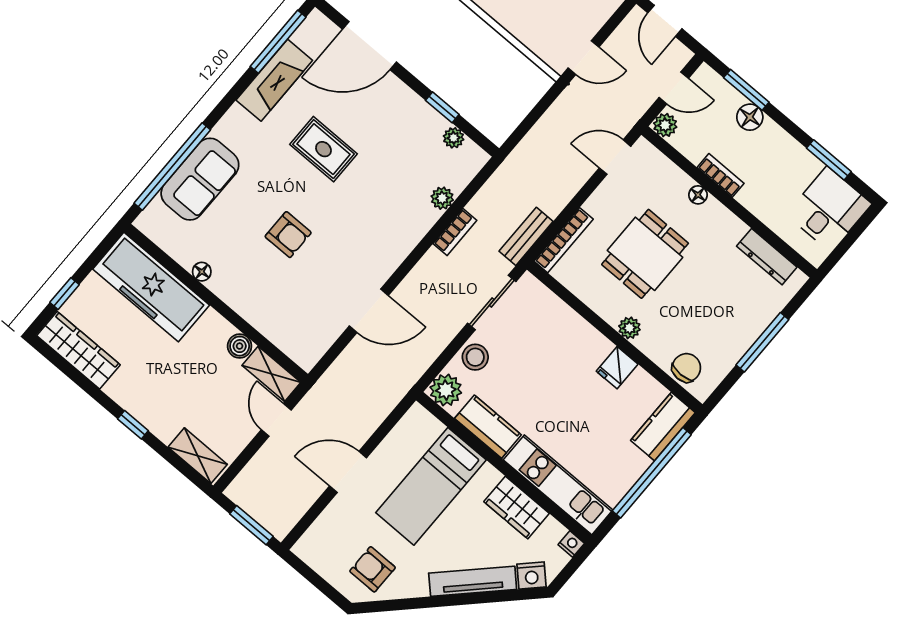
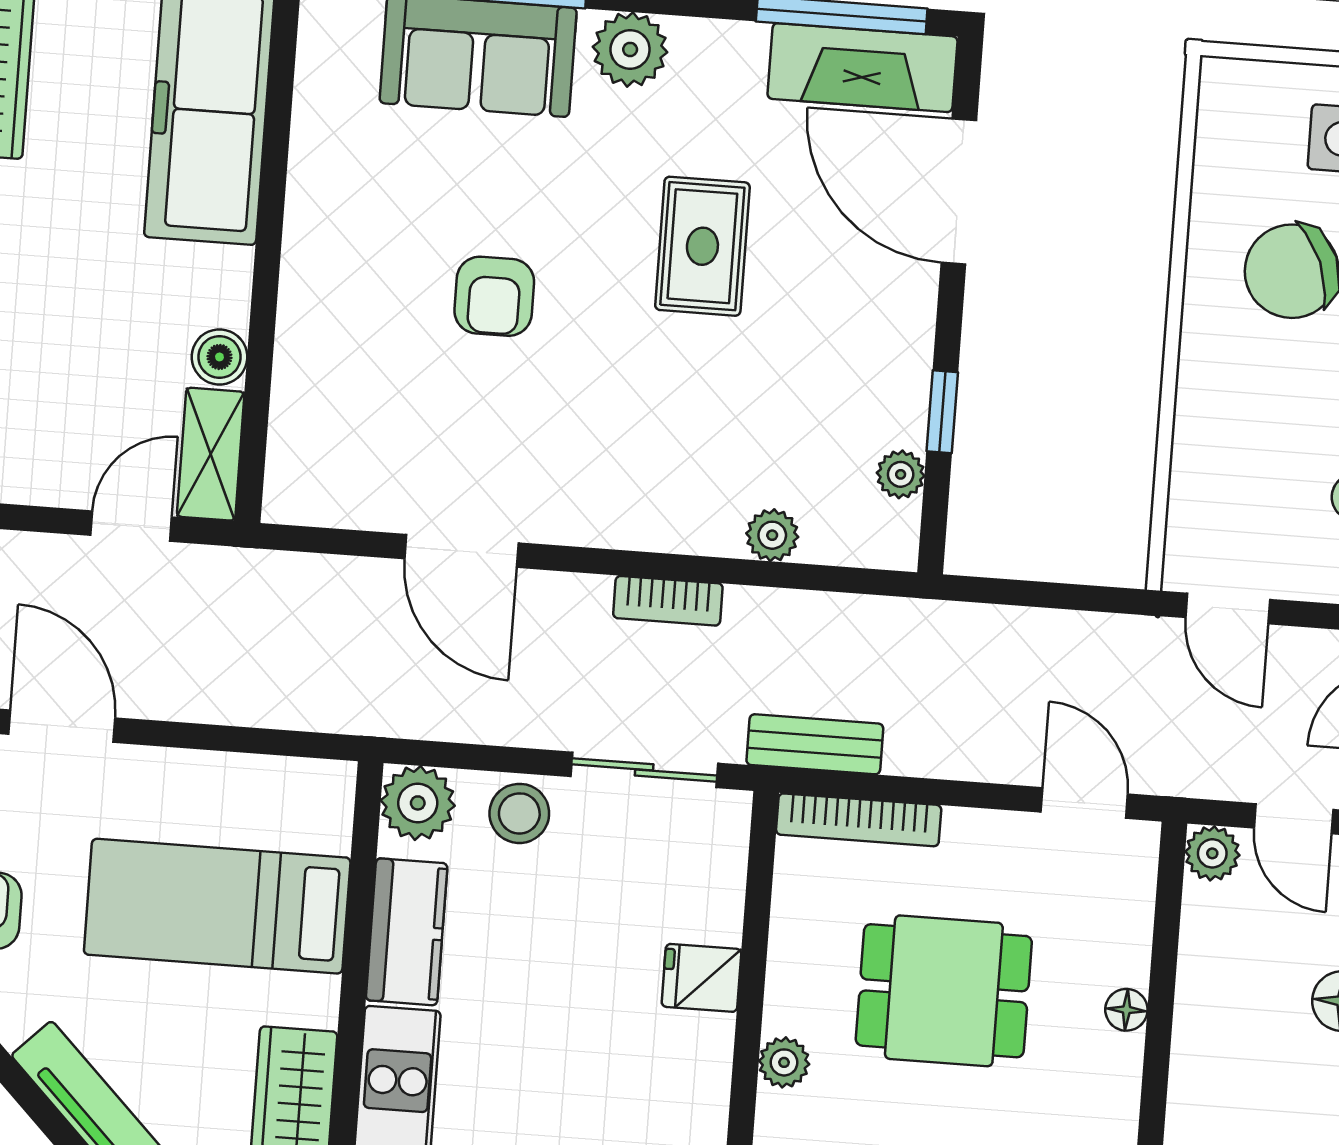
fireplace: (274, 80) -> (862, 68), moved
plant: (236, 124) -> (630, 49), added
bookcase: (721, 175) -> (1193, 1026), removed
bookcase: (455, 232) -> (668, 601), moved
floor lamp: (202, 272) -> (307, 185), removed
fridge: (617, 368) -> (701, 978), moved
door: (348, 472) -> (62, 726), moved

